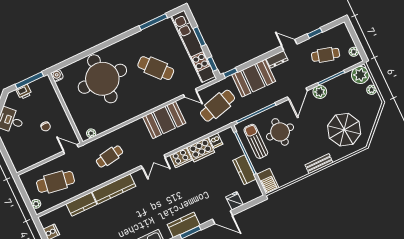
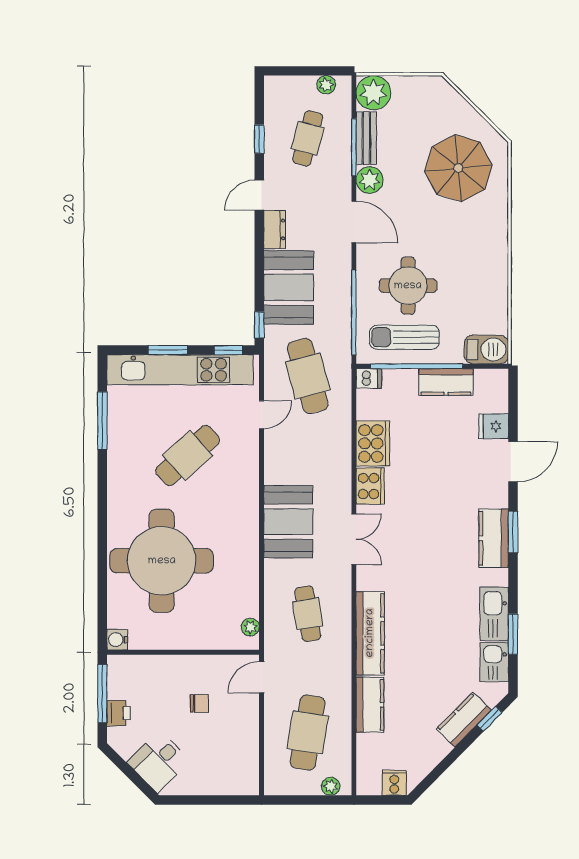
plant: (372, 90) -> (410, 85), removed
booth: (164, 120) -> (288, 522), moved
dishwasher: (216, 141) -> (369, 378), moved
bench: (319, 164) -> (366, 138), moved

